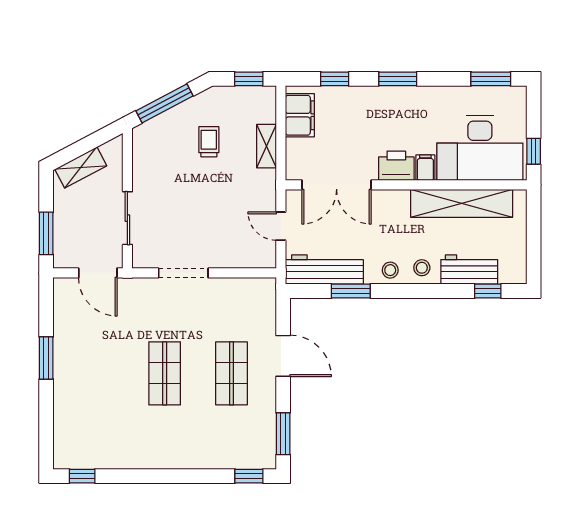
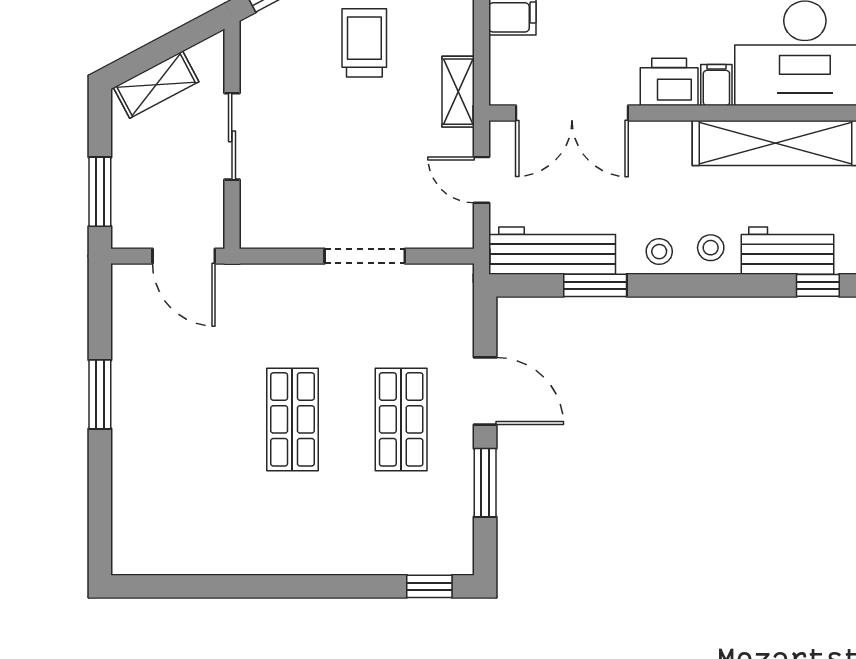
trolley: (209, 142) -> (364, 43), width x1.36, depth x1.39
shelving: (267, 146) -> (458, 92), moved
sliding door: (127, 218) -> (232, 136), moved
doorway: (183, 273) -> (365, 256), moved
window: (283, 434) -> (485, 483), moved
window: (82, 476) -> (158, 586), removed

